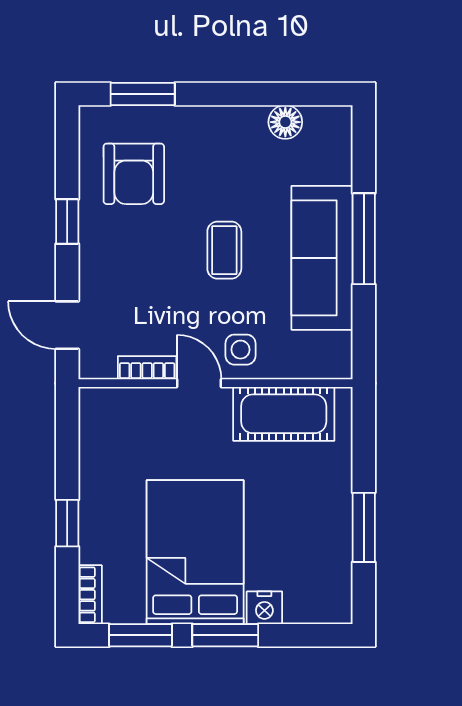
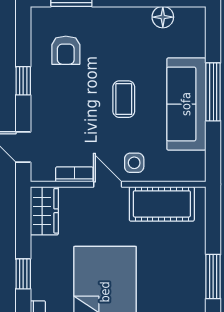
armchair: (134, 174) -> (66, 50), width x0.72, depth x0.72
wardrobe: (100, 425) -> (44, 211), added

